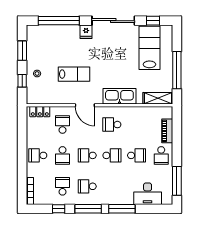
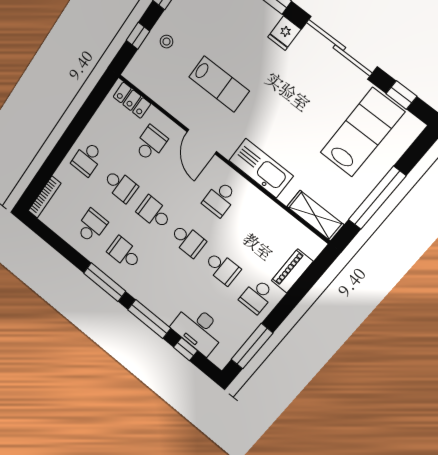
school desk: (112, 125) -> (220, 199), turned -90
school desk: (38, 155) -> (87, 159), turned -90
school desk: (63, 155) -> (120, 186), turned -90
window: (59, 209) -> (185, 349), moved

